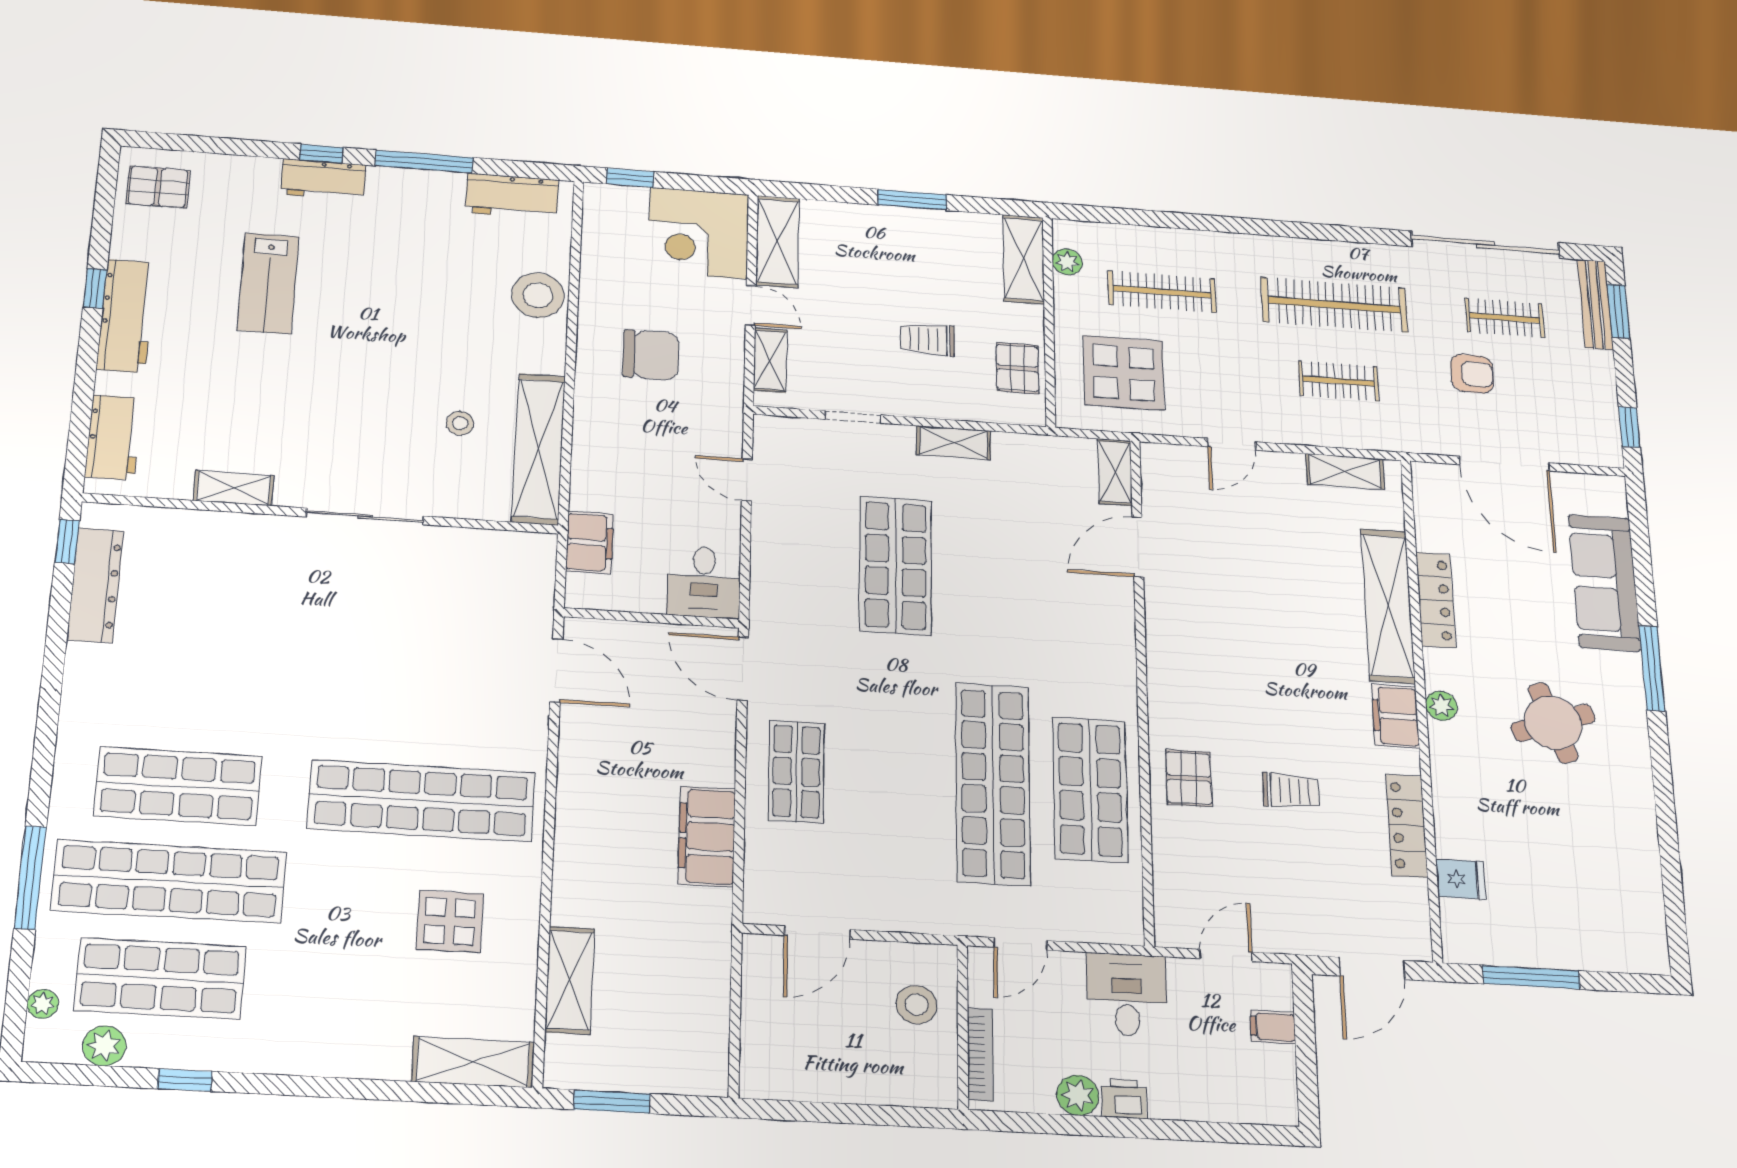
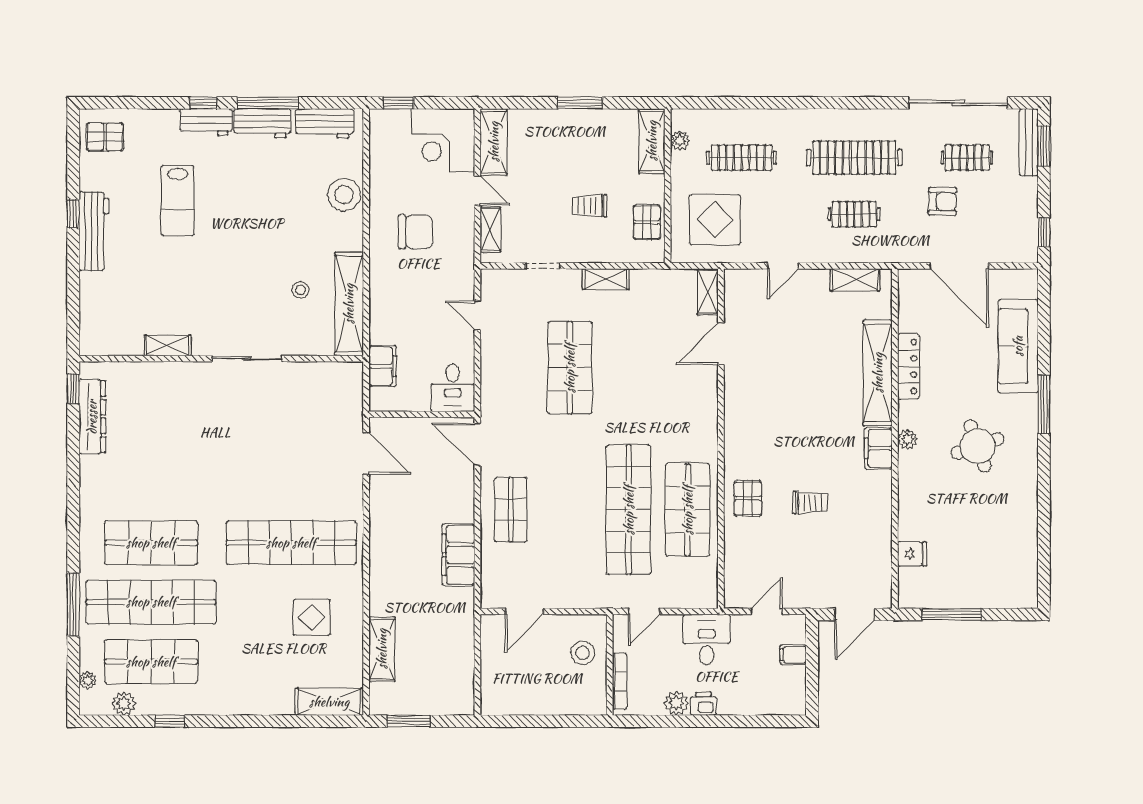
workbench: (113, 437) -> (262, 123), moved, turned 90
locker: (1407, 826) -> (881, 521), removed

